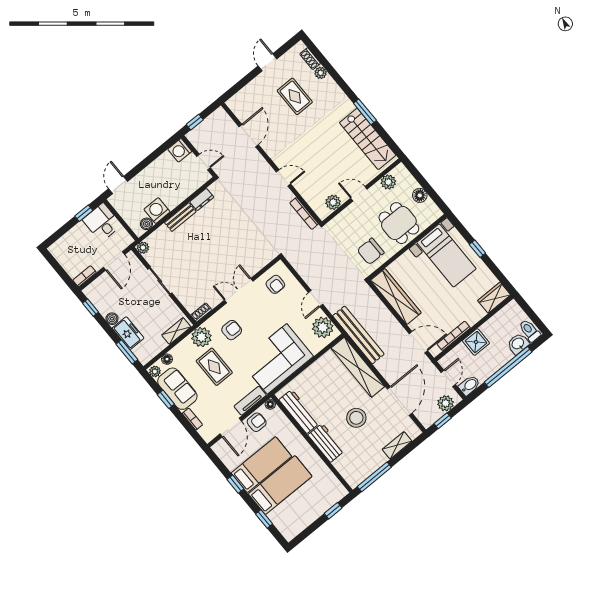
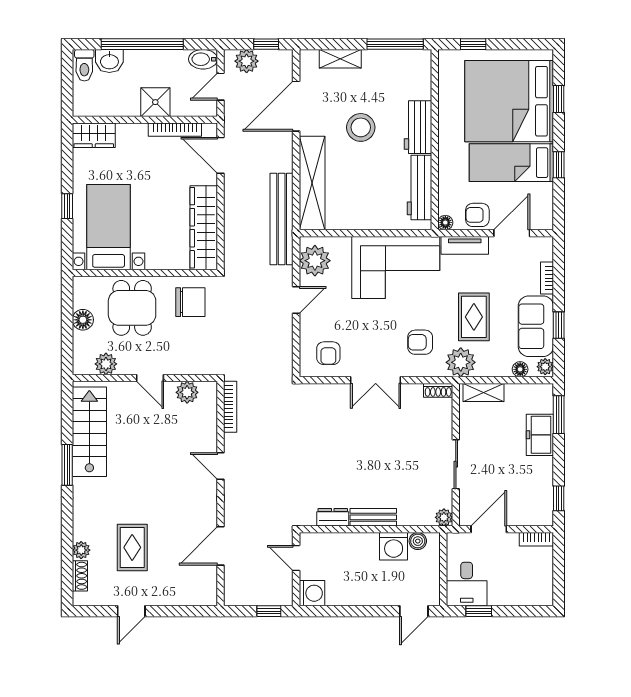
armchair: (275, 284) -> (328, 353), turned 180
boiler: (112, 319) -> (545, 466), removed
bed: (280, 485) -> (509, 101), width x2.04

